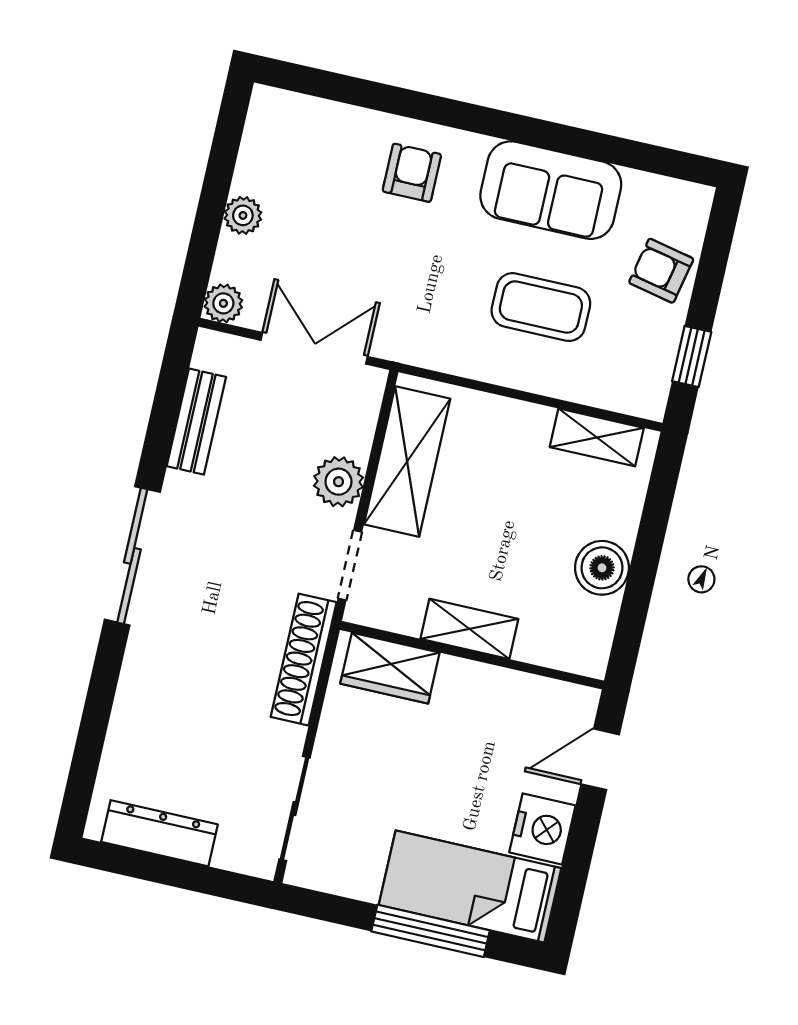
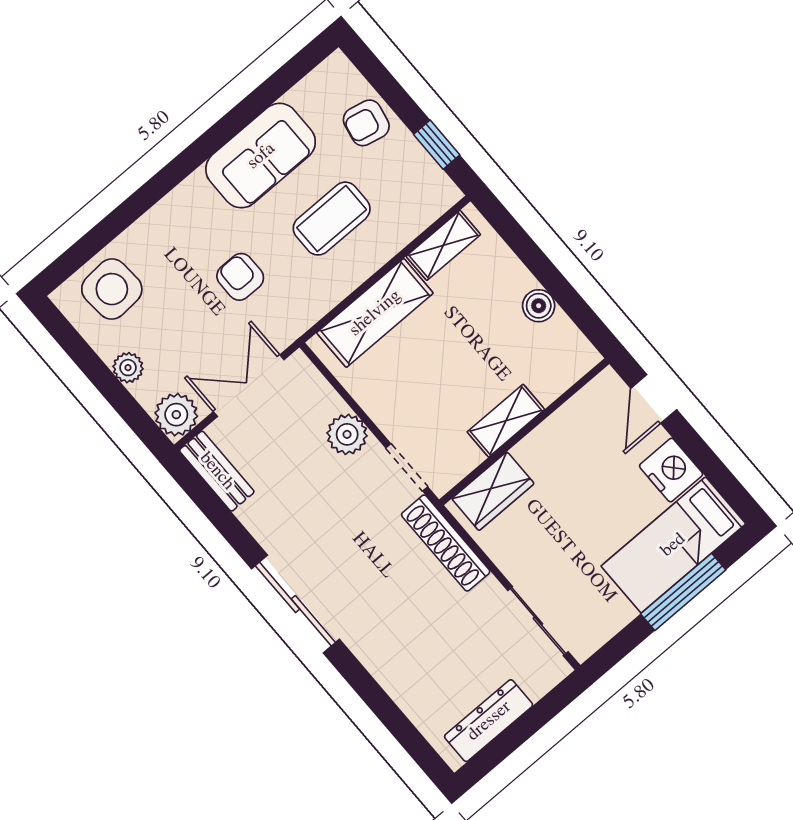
side table: (309, 141) -> (112, 289), added
armchair: (412, 173) -> (240, 277), moved
plant: (223, 303) -> (176, 415), width x1.38, depth x1.38
bench: (196, 422) -> (217, 471), moved
shelving: (407, 462) -> (375, 313), moved, turned 90
boiler: (602, 568) -> (539, 306), width x0.73, depth x0.73

